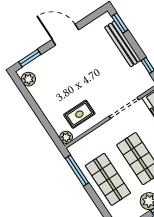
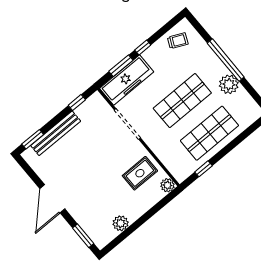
plant: (28, 79) -> (121, 223), moved
rug: (79, 114) -> (140, 173), turned 90
window: (77, 171) -> (204, 169), width x0.46

